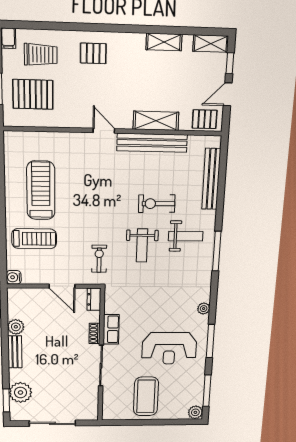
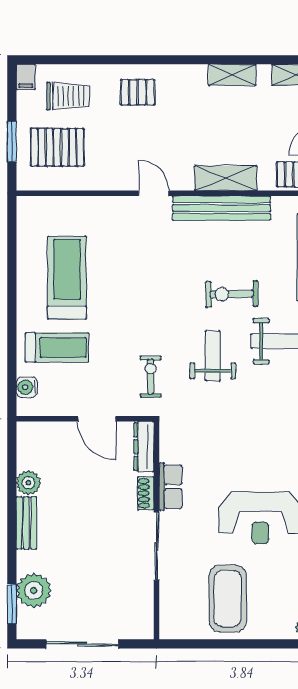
weight bench: (142, 245) -> (213, 356), turned 180
water cooler: (14, 277) -> (27, 387), moved
dresser: (94, 299) -> (144, 447), width x1.44

